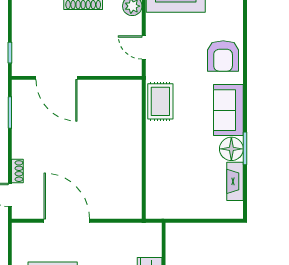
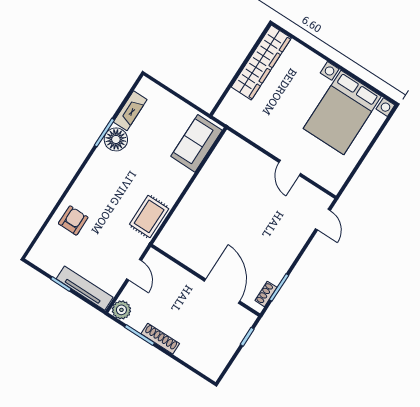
armchair: (223, 56) -> (73, 220), width x0.72, depth x0.72
sofa: (228, 110) -> (196, 143), moved, turned 180
shoe rack: (17, 171) -> (266, 294), moved
door: (67, 221) -> (290, 168), width x0.53

